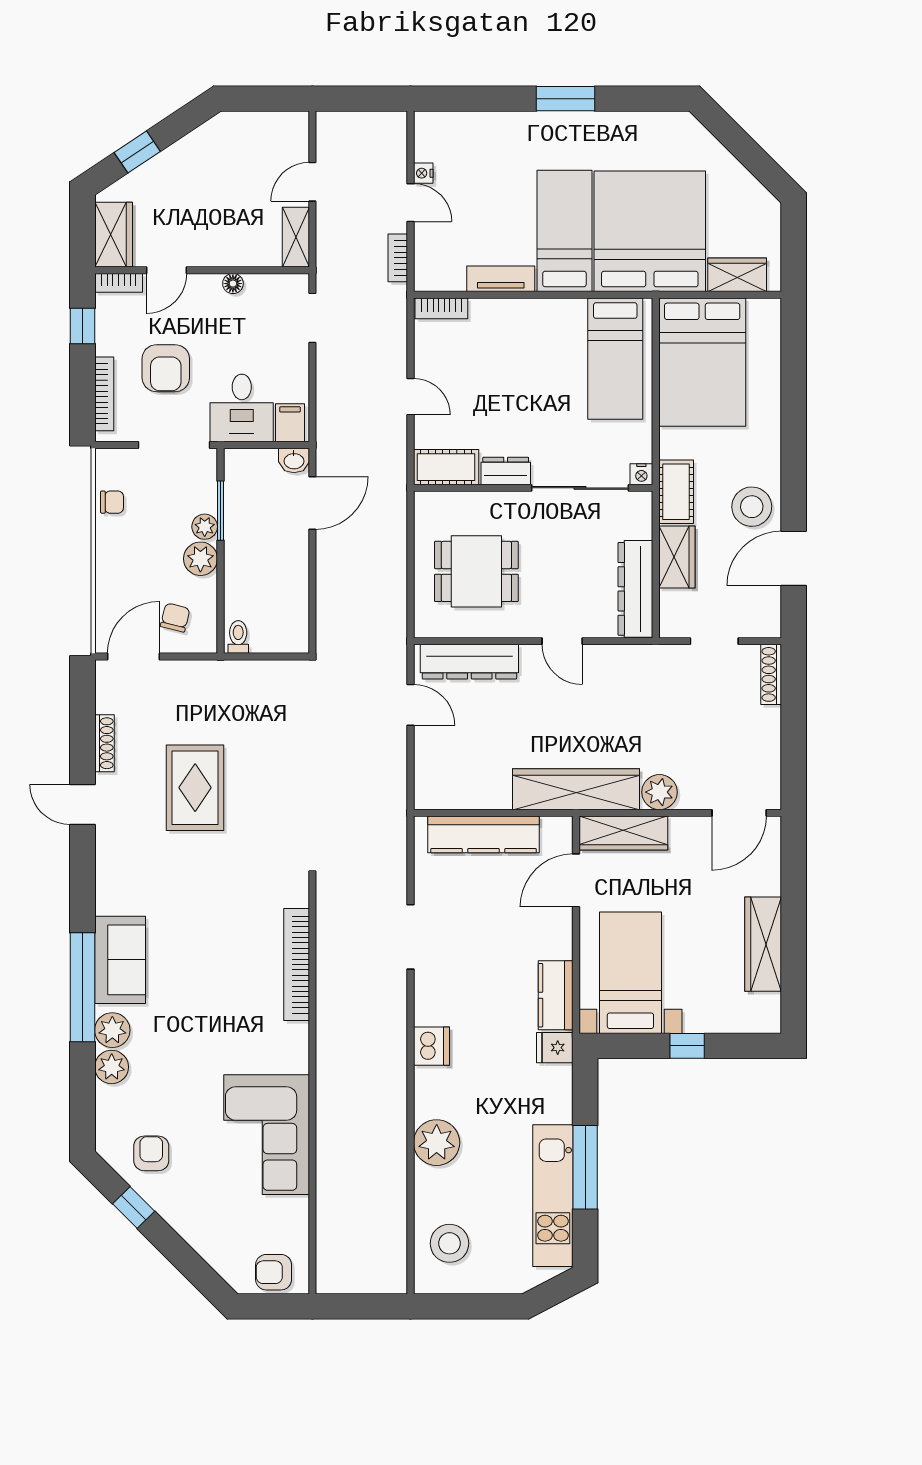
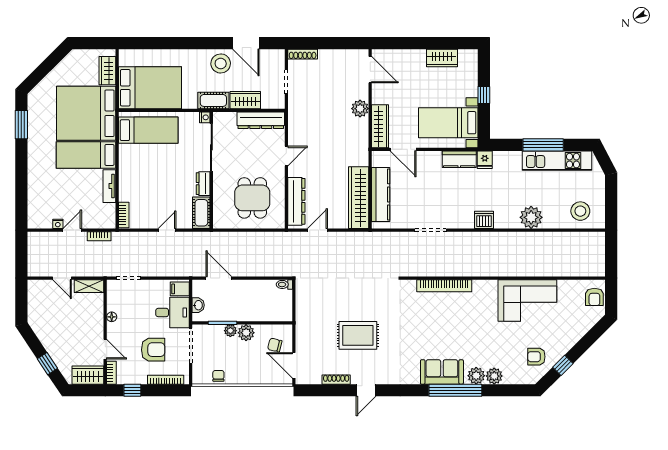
window: (565, 99) -> (21, 125), moved
washbasin: (294, 460) -> (198, 305), moved
toilet: (238, 637) -> (284, 284), moved
wardrobe: (576, 789) -> (359, 198), moved
wardrobe: (763, 944) -> (442, 58), width x0.67

